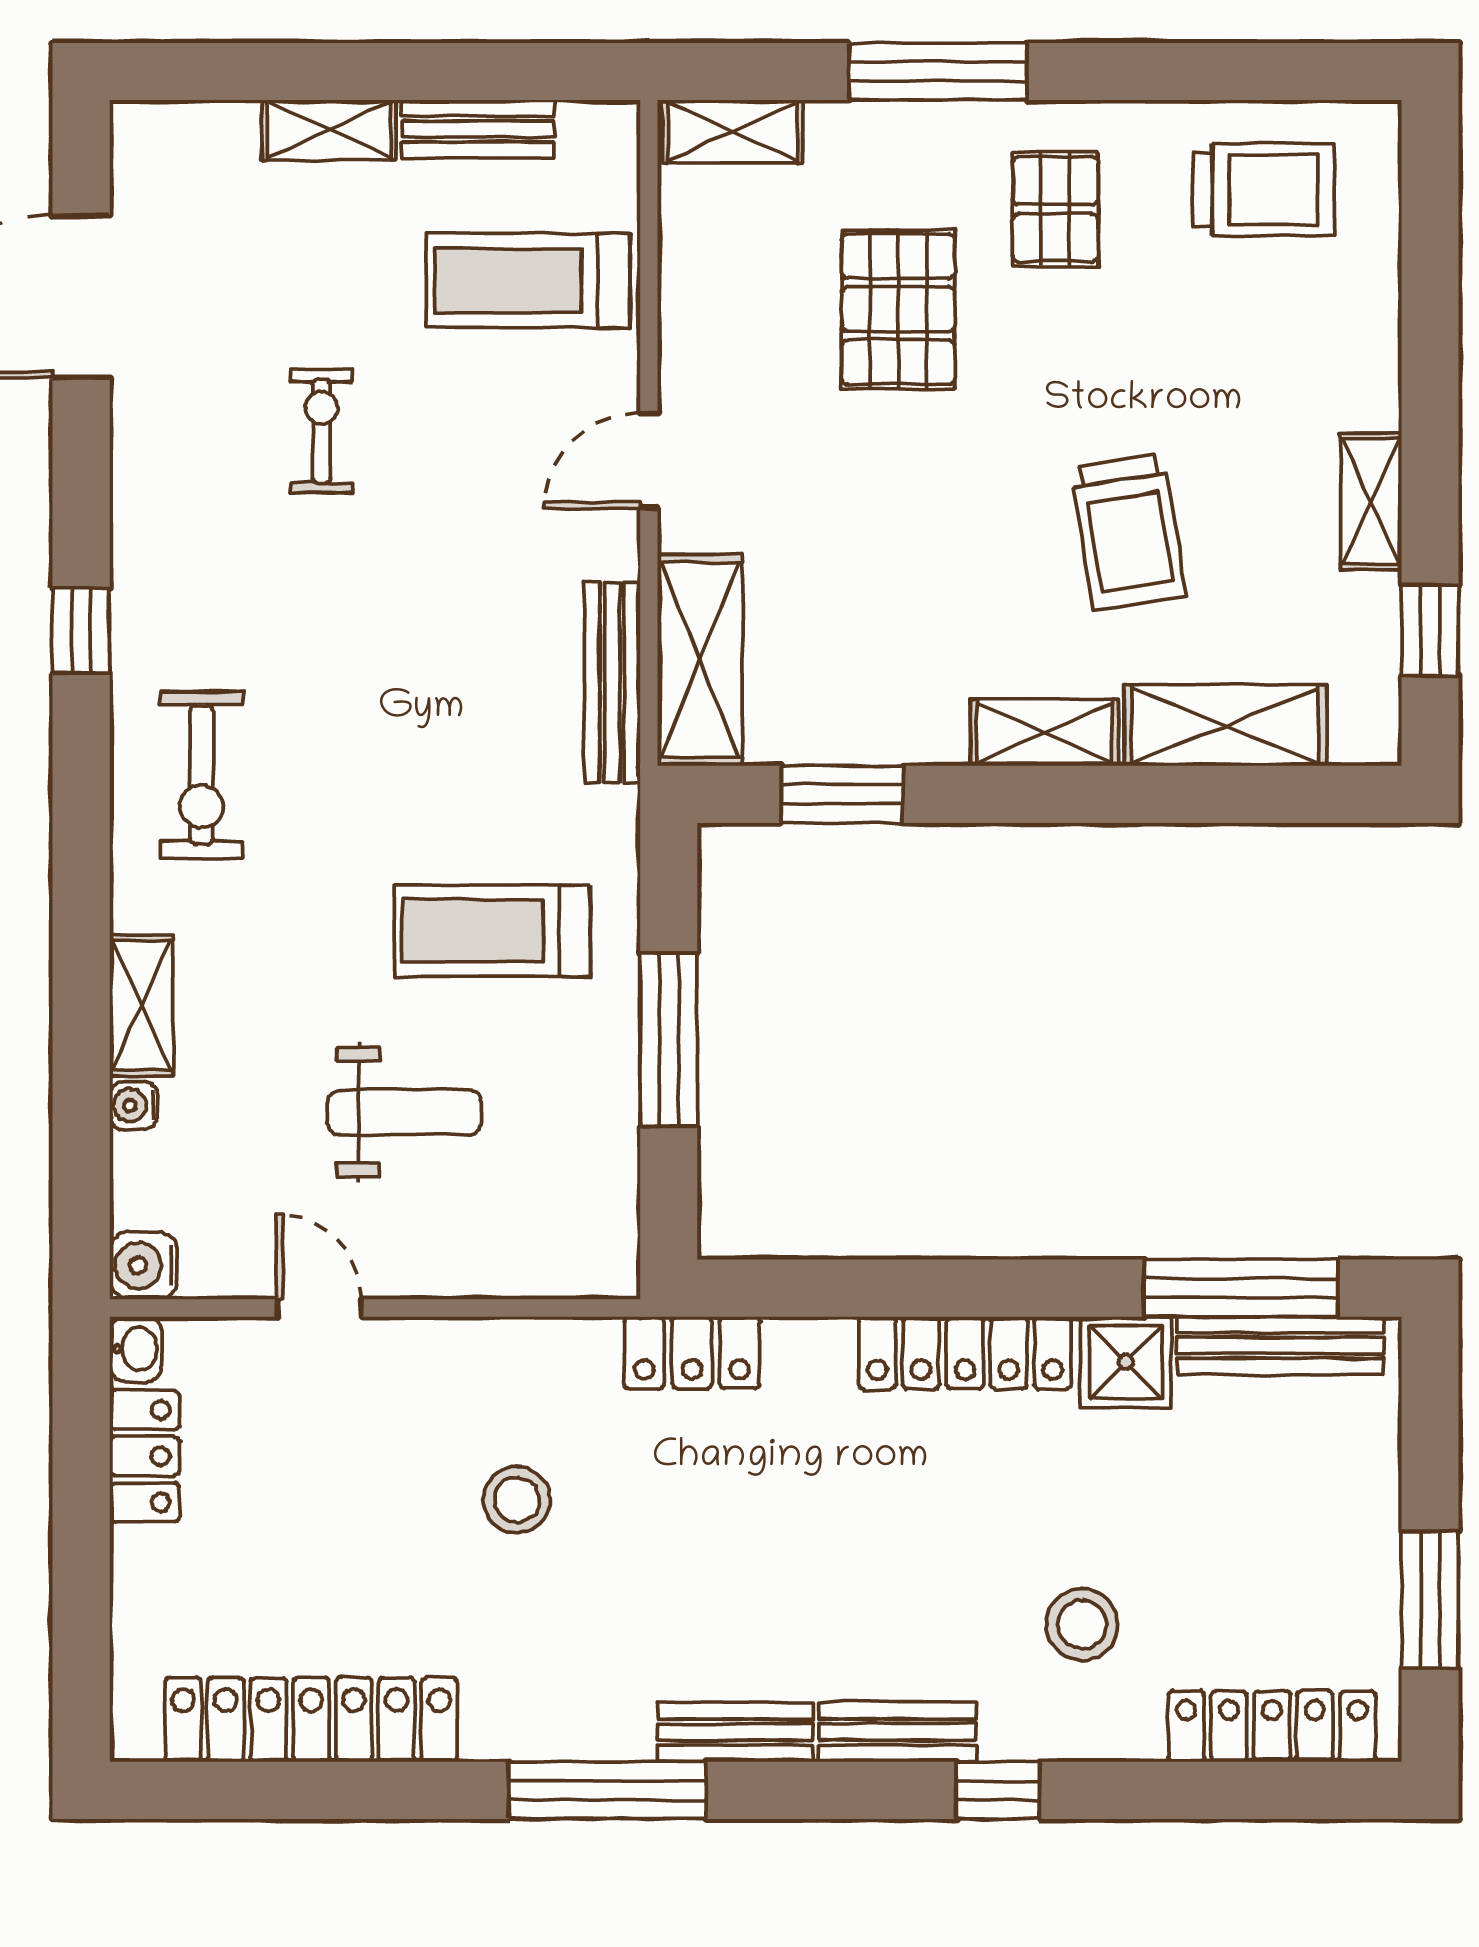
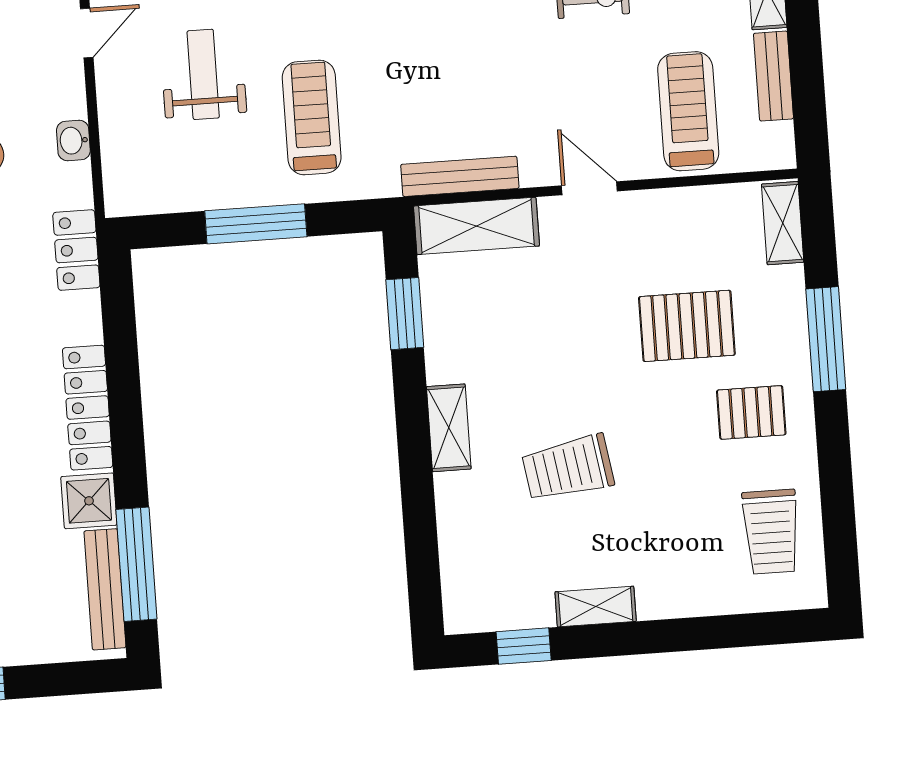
shelving: (1225, 725) -> (460, 532), removed
weight bench: (405, 1112) -> (203, 74), turned 180
washbasin: (503, 1344) -> (73, 140), added

